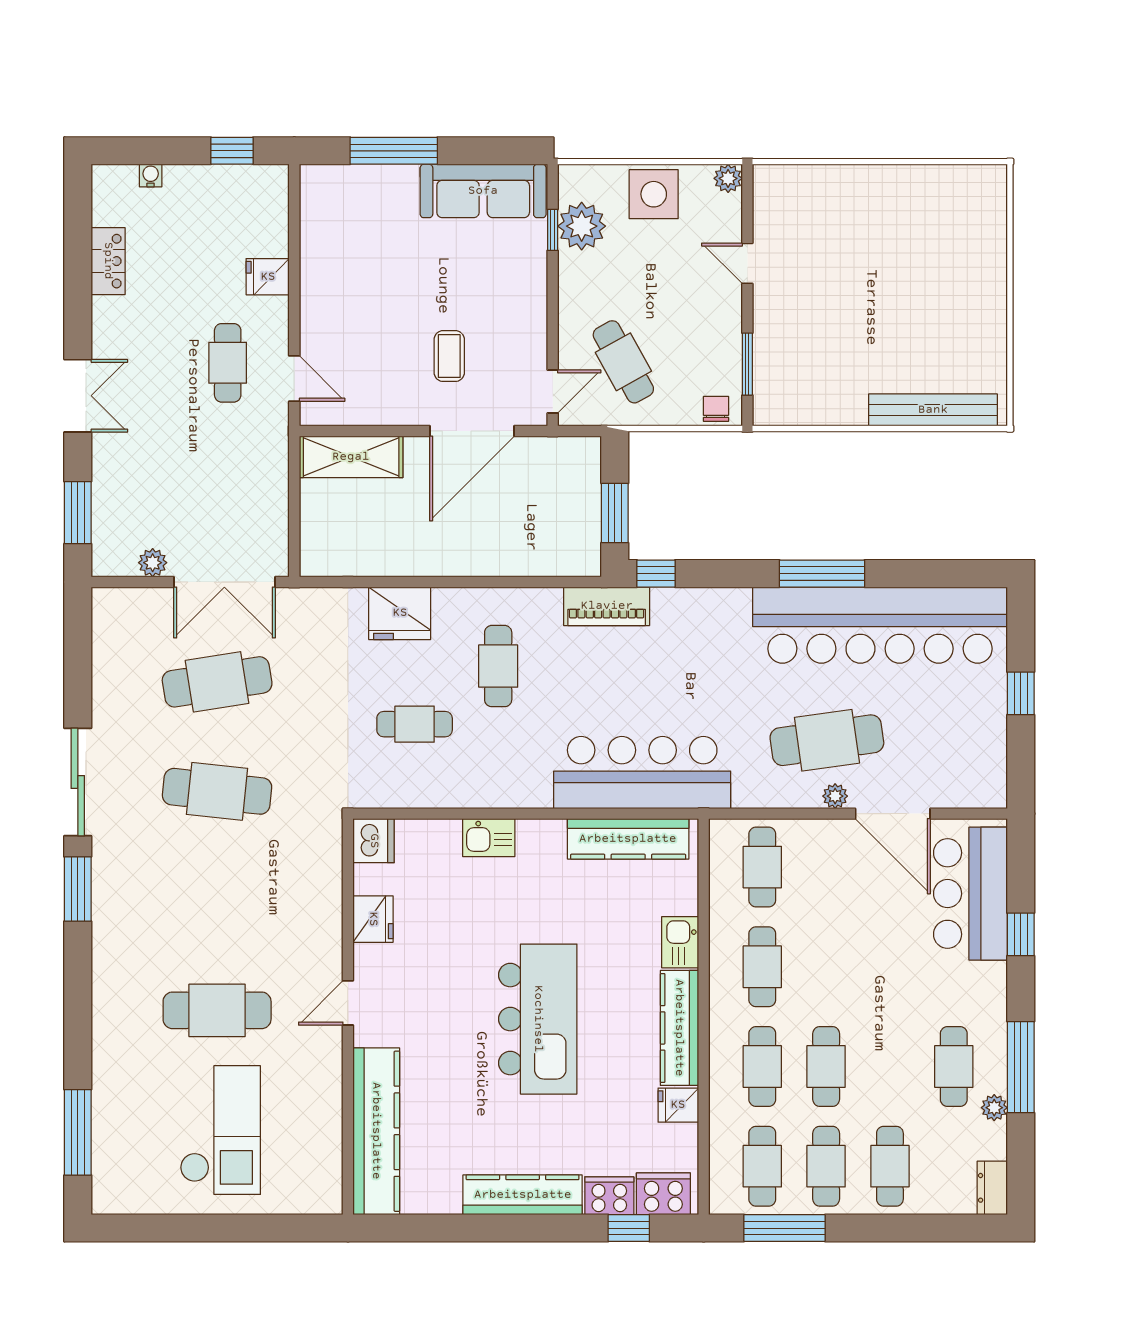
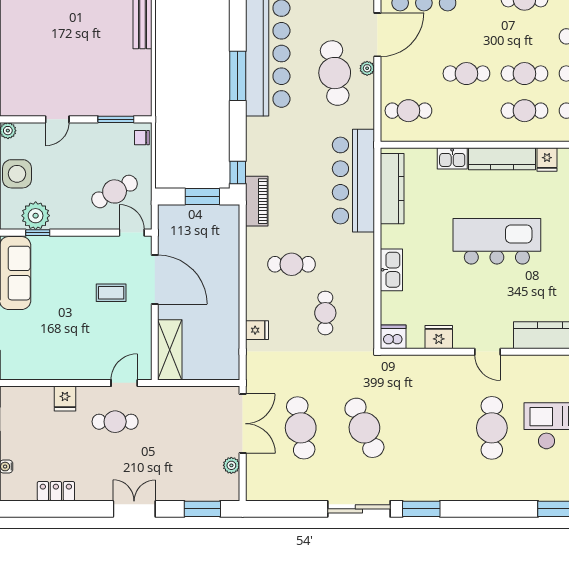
fridge: (400, 613) -> (257, 330), width x0.53, depth x0.75
cafe table: (217, 791) -> (364, 428), turned -30
kitchen sink: (489, 838) -> (391, 270), width x1.38
cafe table: (762, 967) -> (466, 74), moved

